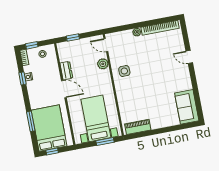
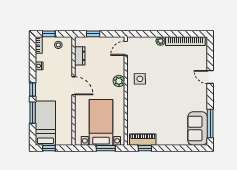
door: (106, 45) -> (126, 48), hinge flipped
plant: (103, 64) -> (119, 81), moved
dresser: (66, 71) -> (80, 56), moved
window: (23, 78) -> (33, 90), moved
window: (197, 100) -> (210, 123), added
bed: (49, 128) -> (45, 123), width x0.67
window: (141, 135) -> (145, 148), added

